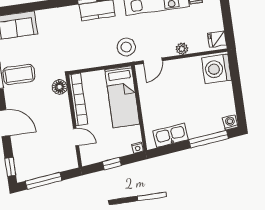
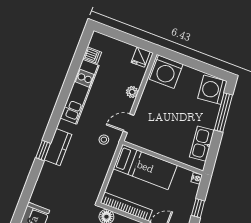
stool: (126, 47) -> (104, 140), width x0.53, depth x0.53
door: (153, 61) -> (129, 123), swing flipped
washing machine: (230, 122) -> (212, 90), width x1.89, depth x1.89

